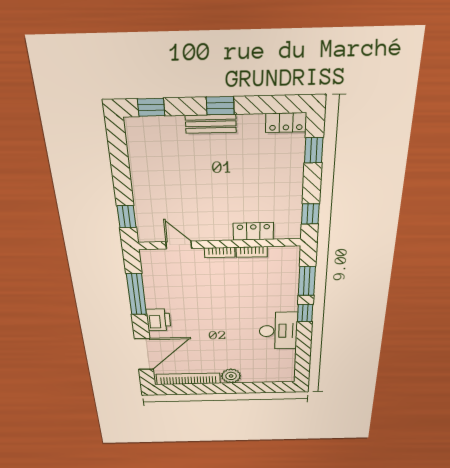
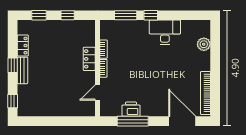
locker: (286, 123) -> (23, 46), moved
window: (310, 214) -> (68, 15), moved
window: (127, 217) -> (77, 121), removed
locker: (253, 231) -> (89, 59), moved
printer: (158, 320) -> (131, 109), moved
plant: (231, 376) -> (204, 44), moved

